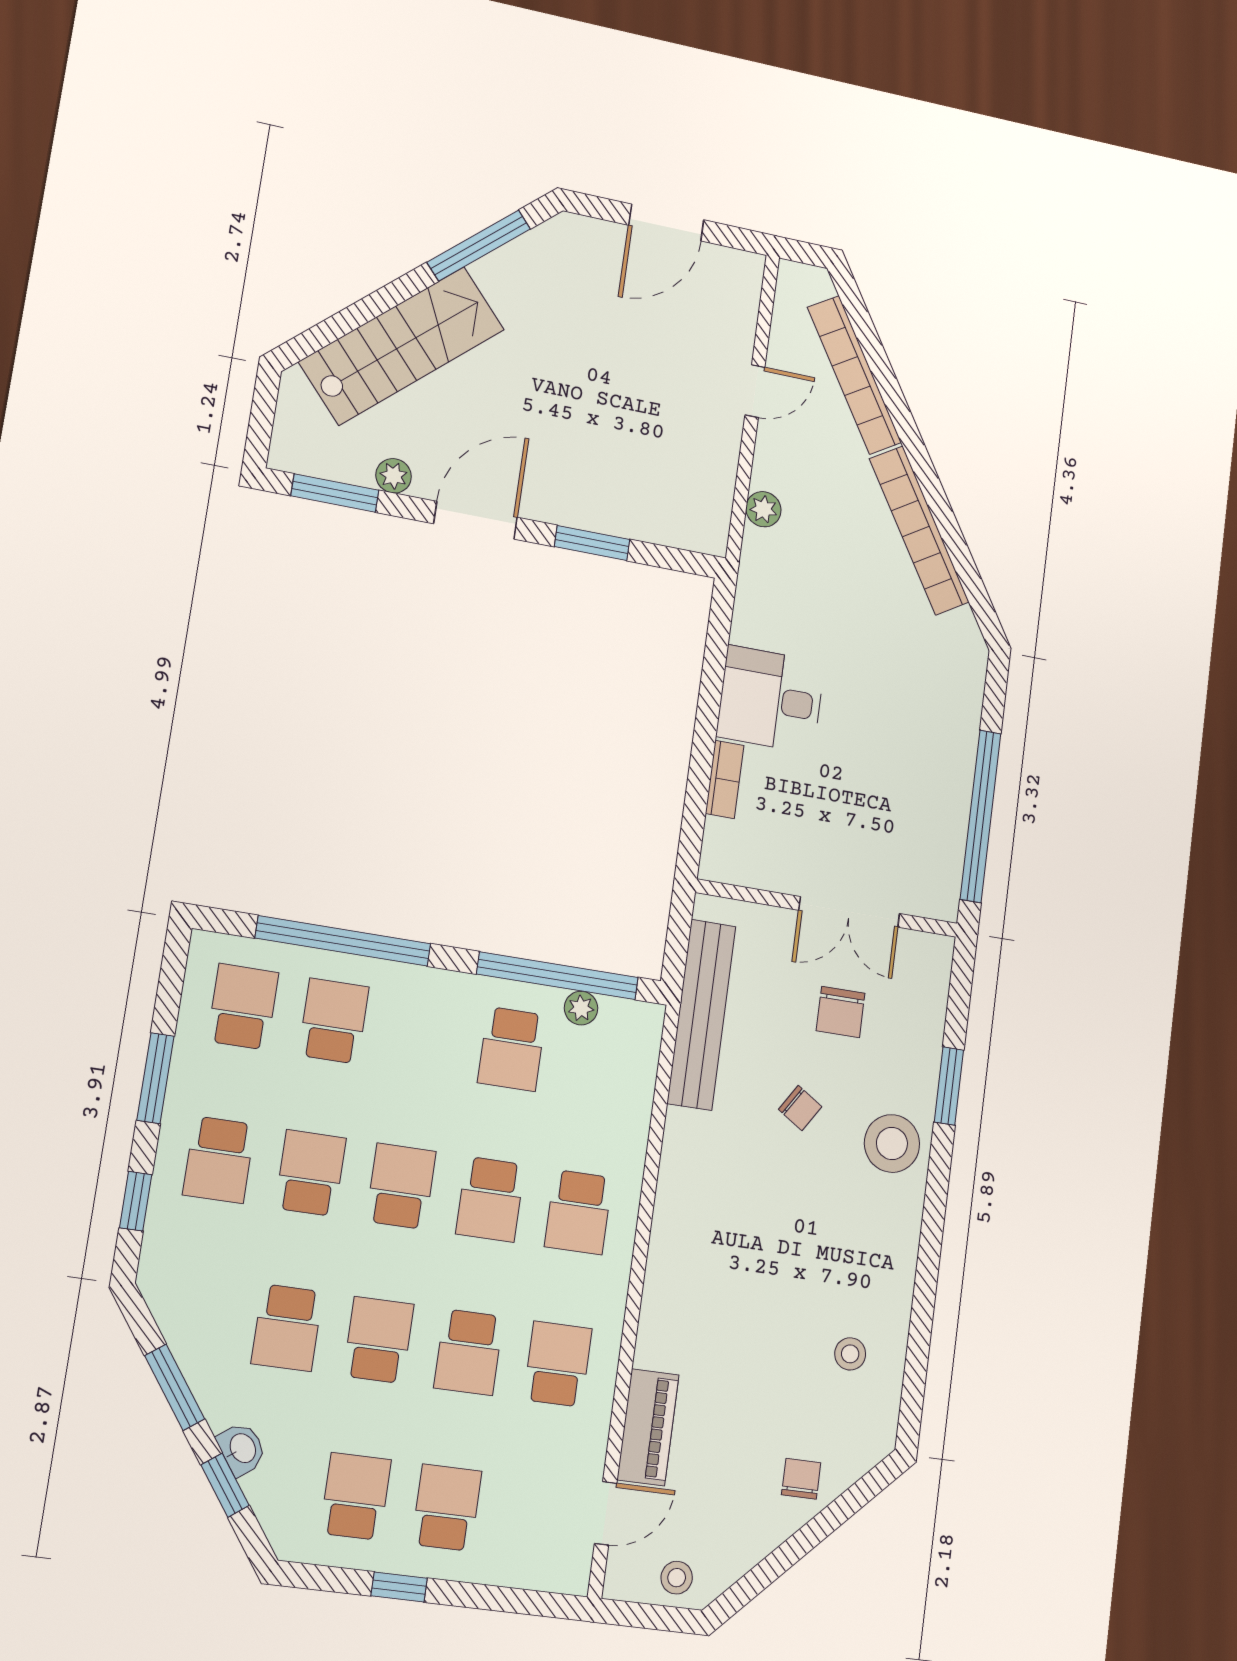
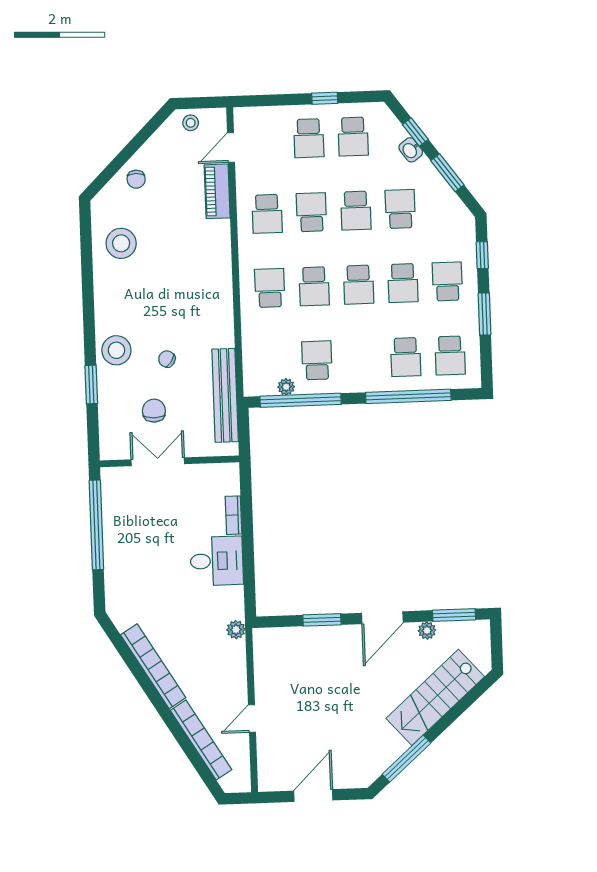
plant: (763, 509) -> (236, 630), moved
school desk: (490, 1199) -> (314, 286), turned 180
stool: (850, 1354) -> (121, 243), width x1.89, depth x1.89

